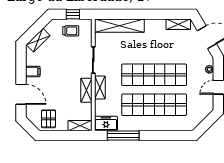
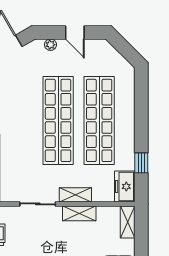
window: (123, 135) -> (141, 163), width x0.46

